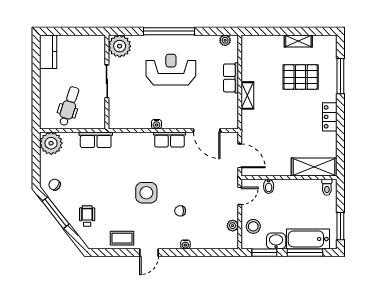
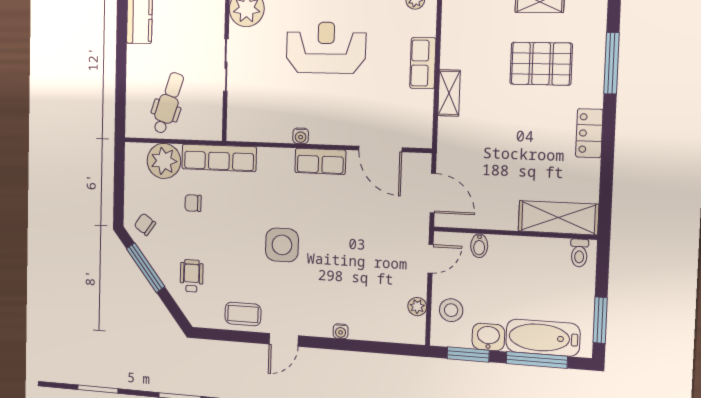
row of seats: (96, 140) -> (219, 158), width x1.48
plant: (51, 143) -> (164, 161), moved
chair: (180, 211) -> (193, 203), moved

